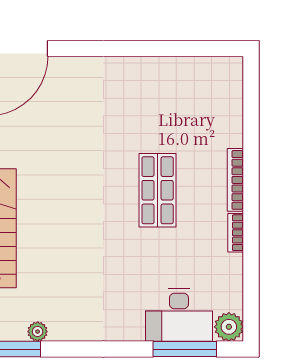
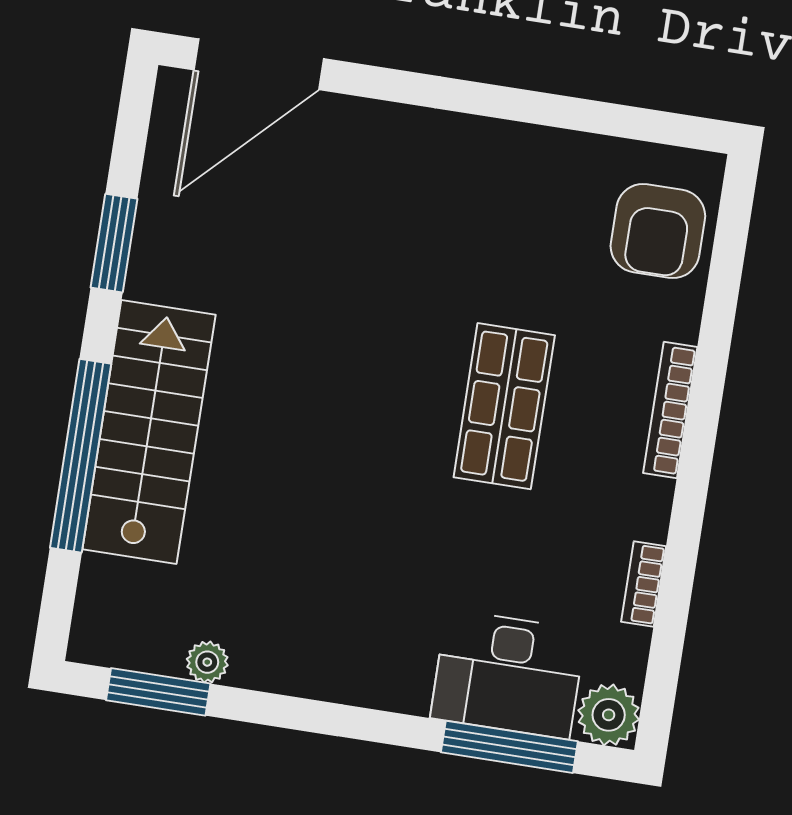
armchair: (216, 97) -> (658, 231), added
bookcase: (236, 233) -> (644, 584), moved

